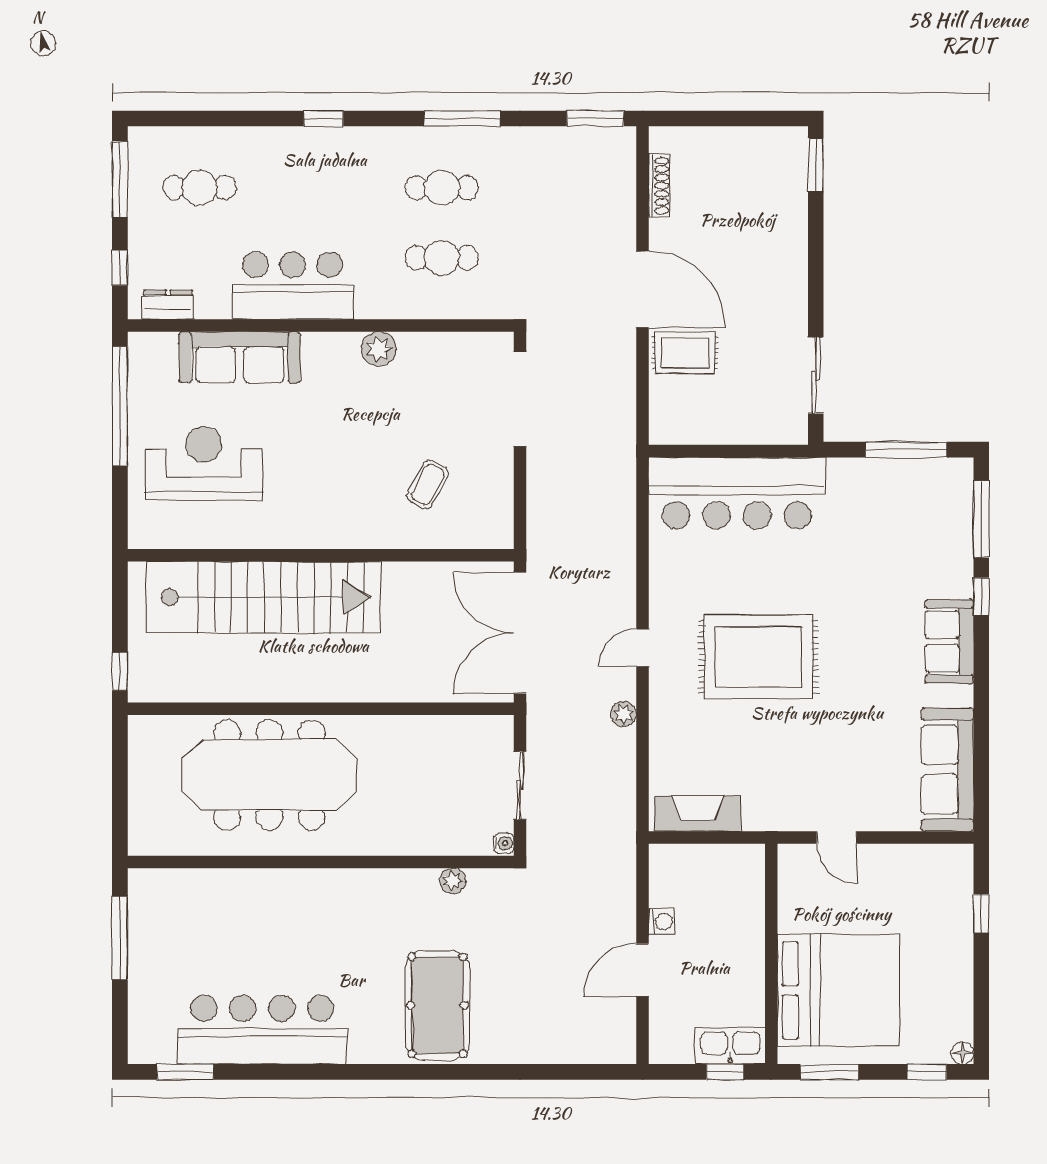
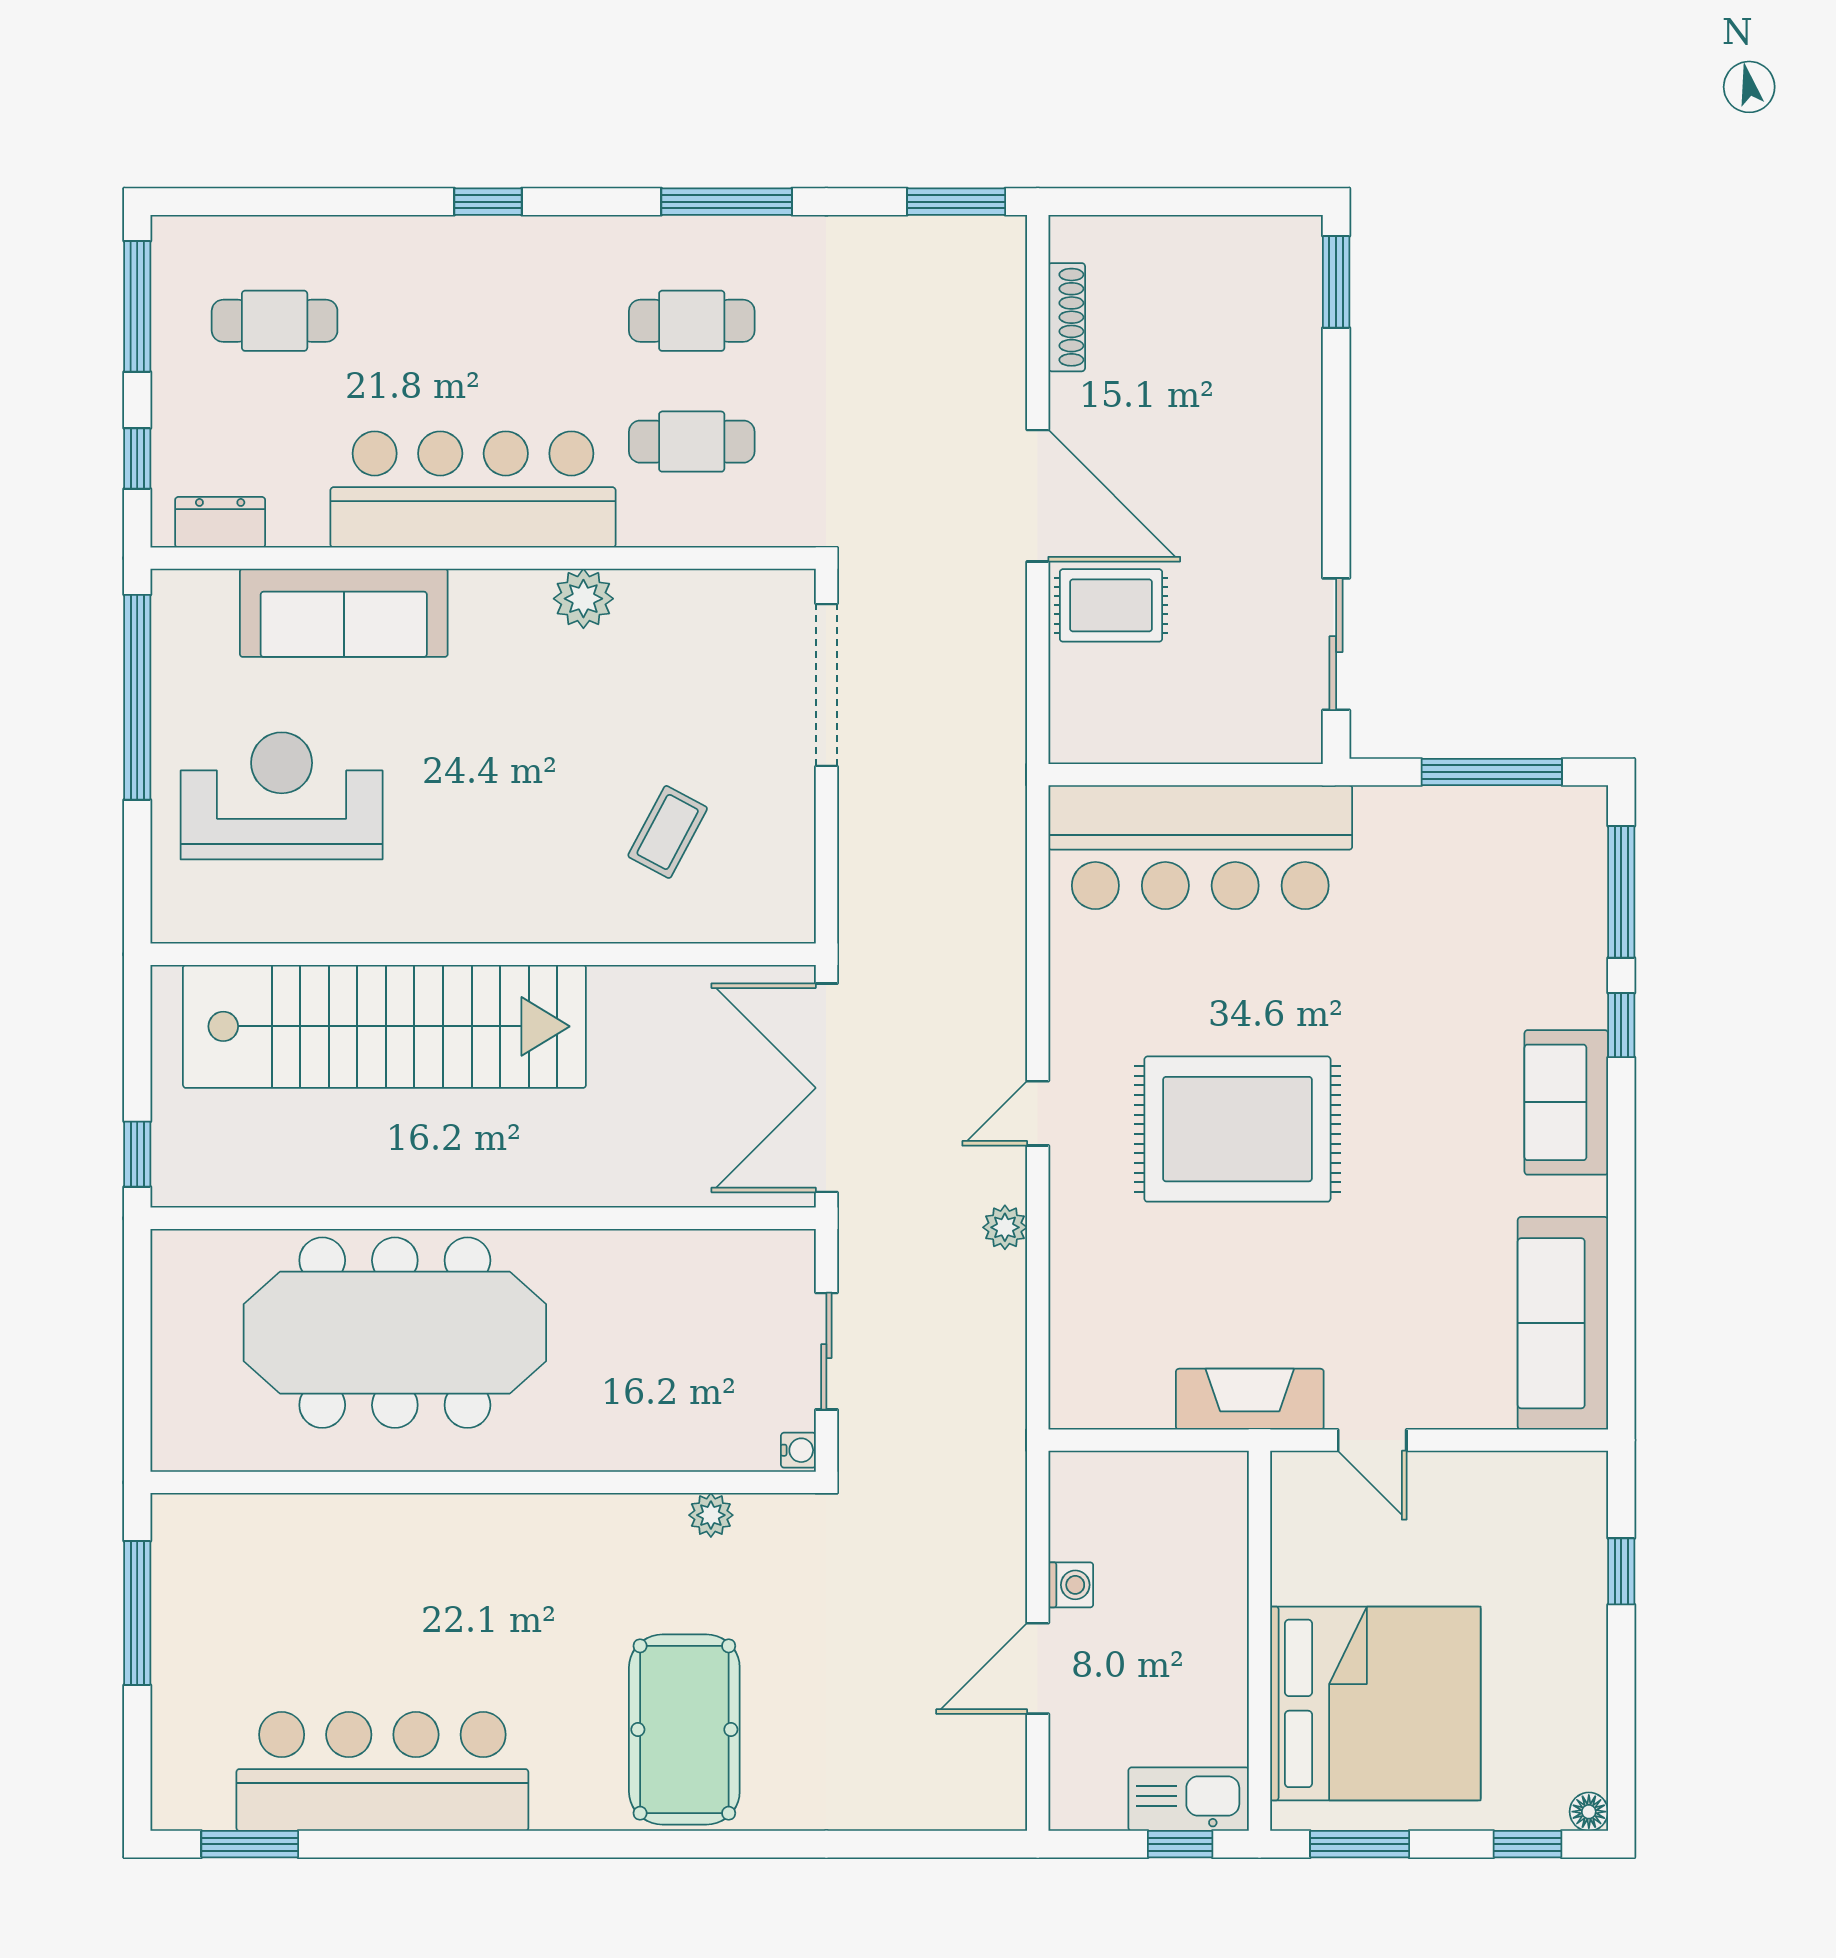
bar counter: (293, 286) -> (473, 489), width x1.36
fireplace: (698, 814) -> (1250, 1399), moved

